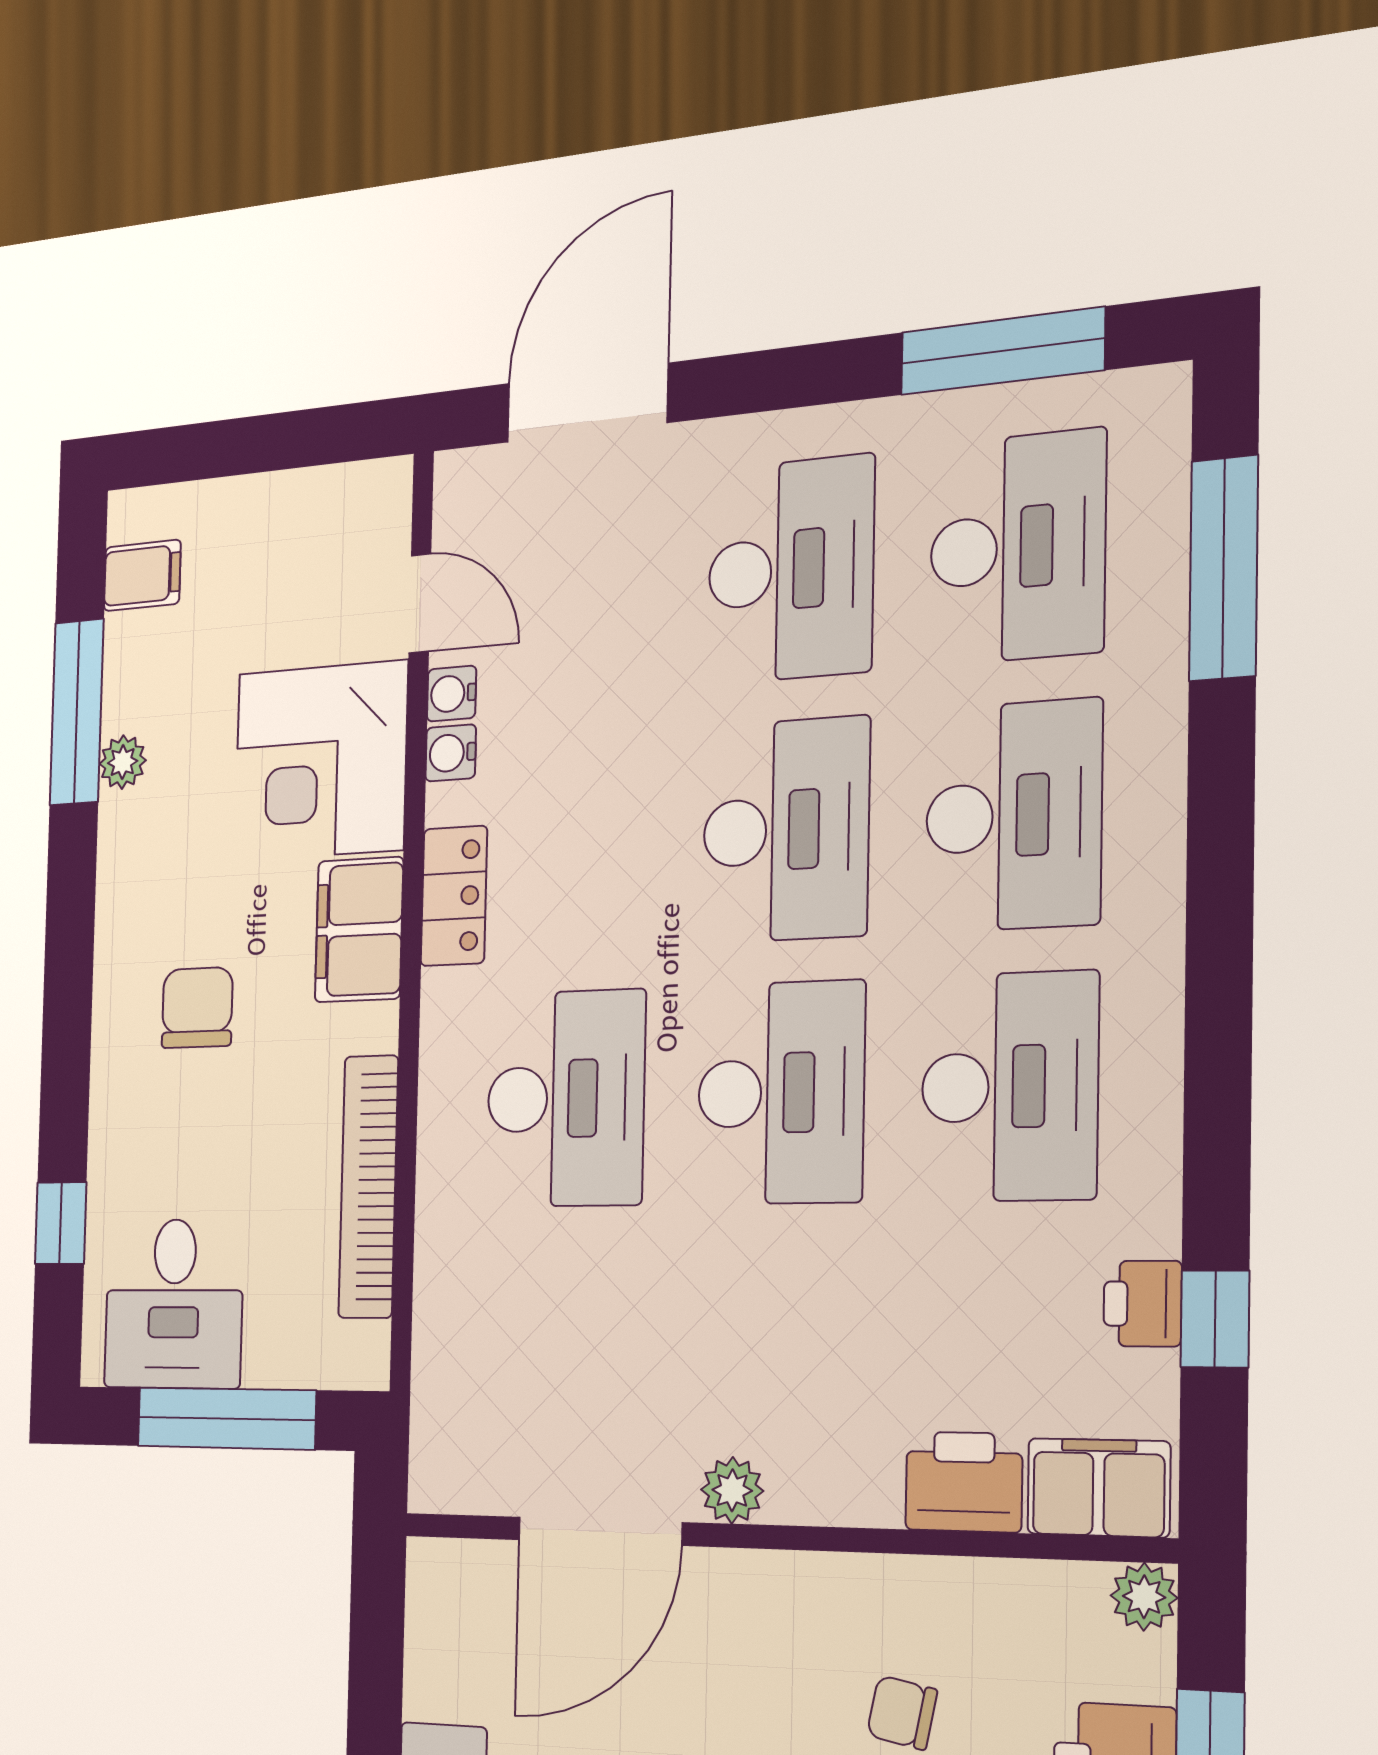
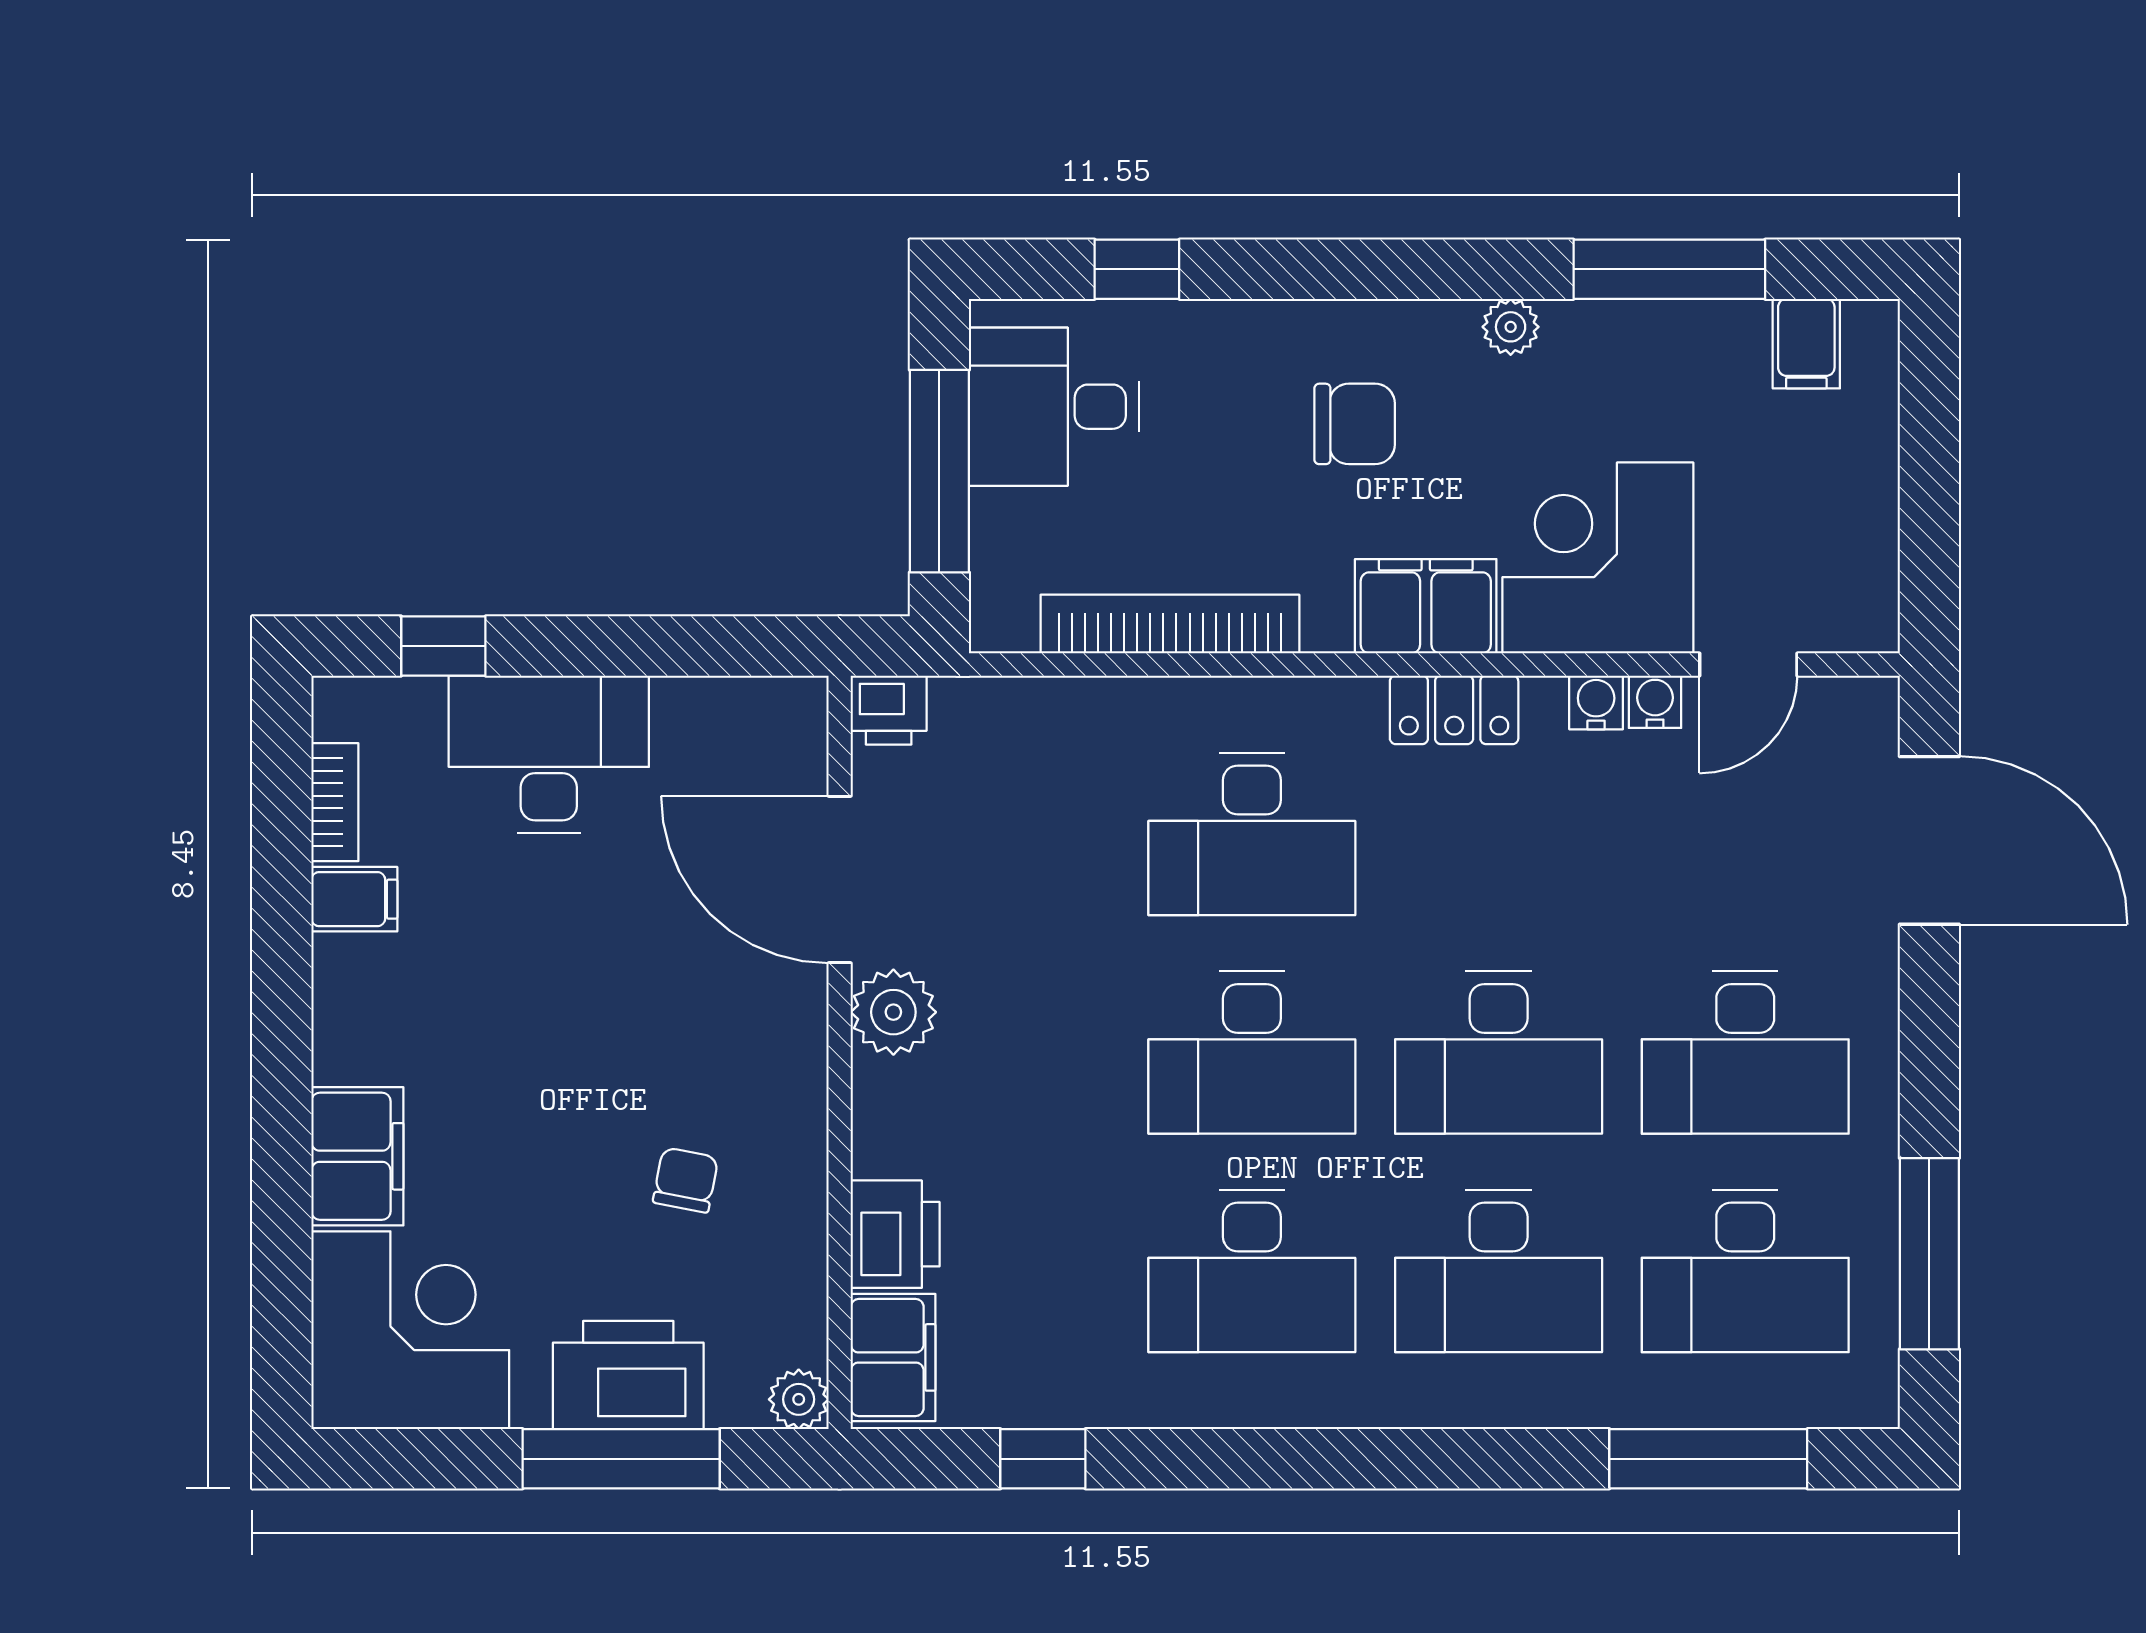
plant: (123, 762) -> (1511, 327), moved
printer: (1143, 1304) -> (889, 710), moved, turned 180
plant: (732, 1490) -> (893, 1012), width x1.38, depth x1.38

